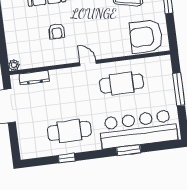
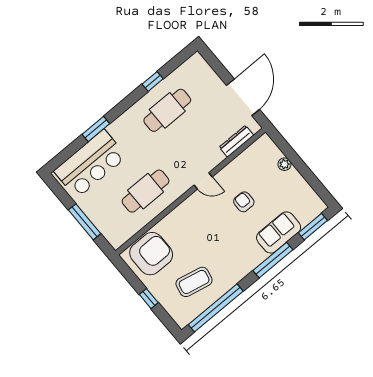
door: (88, 63) -> (203, 181), moved
plant: (14, 65) -> (284, 164), moved
bar counter: (138, 129) -> (90, 164), width x0.73

